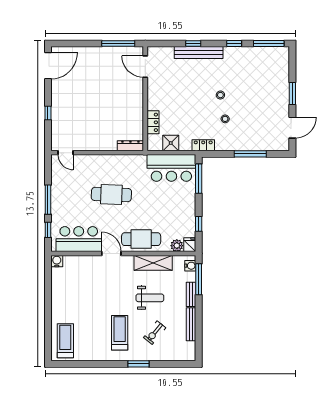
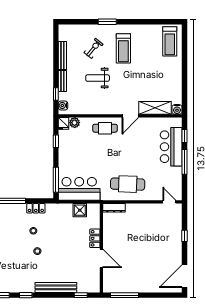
window: (193, 43) -> (81, 295), moved
door: (145, 67) -> (101, 258), moved
locker: (153, 122) -> (95, 238), moved
locker: (203, 145) -> (36, 208), moved
cafe table: (111, 195) -> (128, 184), moved
bar counter: (79, 239) -> (171, 147), moved, turned 90
cafe table: (141, 239) -> (105, 128), width x0.73, depth x0.74
door: (111, 253) -> (130, 116), hinge flipped
shelving: (153, 263) -> (155, 108), moved
window: (199, 279) -> (56, 94), width x0.46

